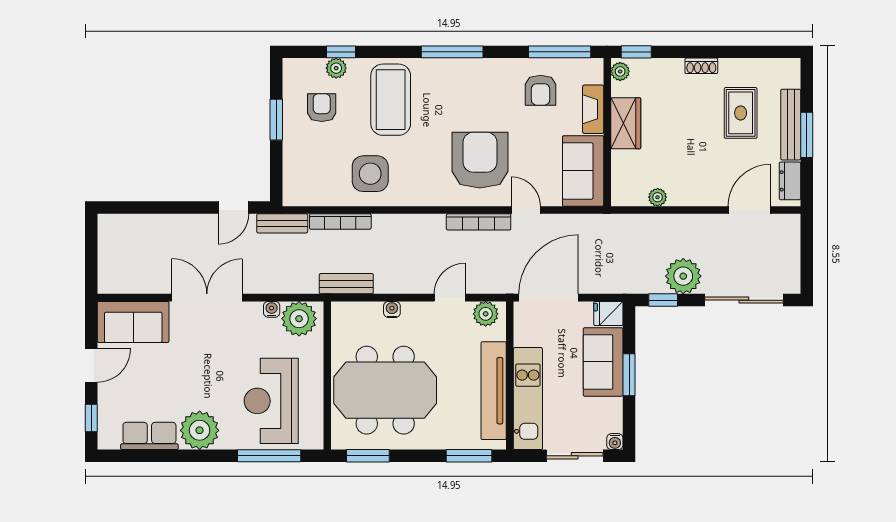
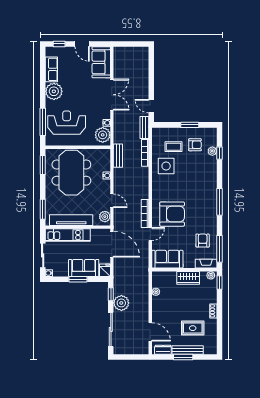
armchair: (541, 90) -> (203, 241), turned 90
coffee table: (391, 100) -> (174, 147), moved, width x0.54, depth x0.58
fireplace: (593, 109) -> (206, 264), moved

